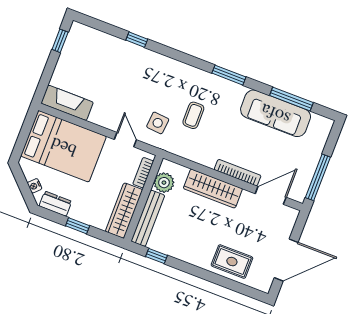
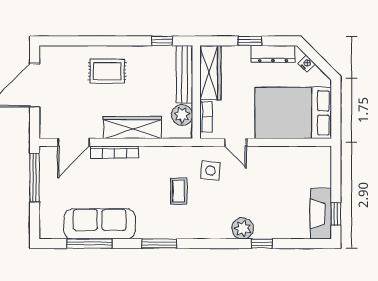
plant: (149, 60) -> (243, 228), added
fireplace: (67, 103) -> (321, 214), moved, turned 90
dresser: (55, 204) -> (273, 54), width x1.44
rug: (232, 262) -> (107, 71), moved

